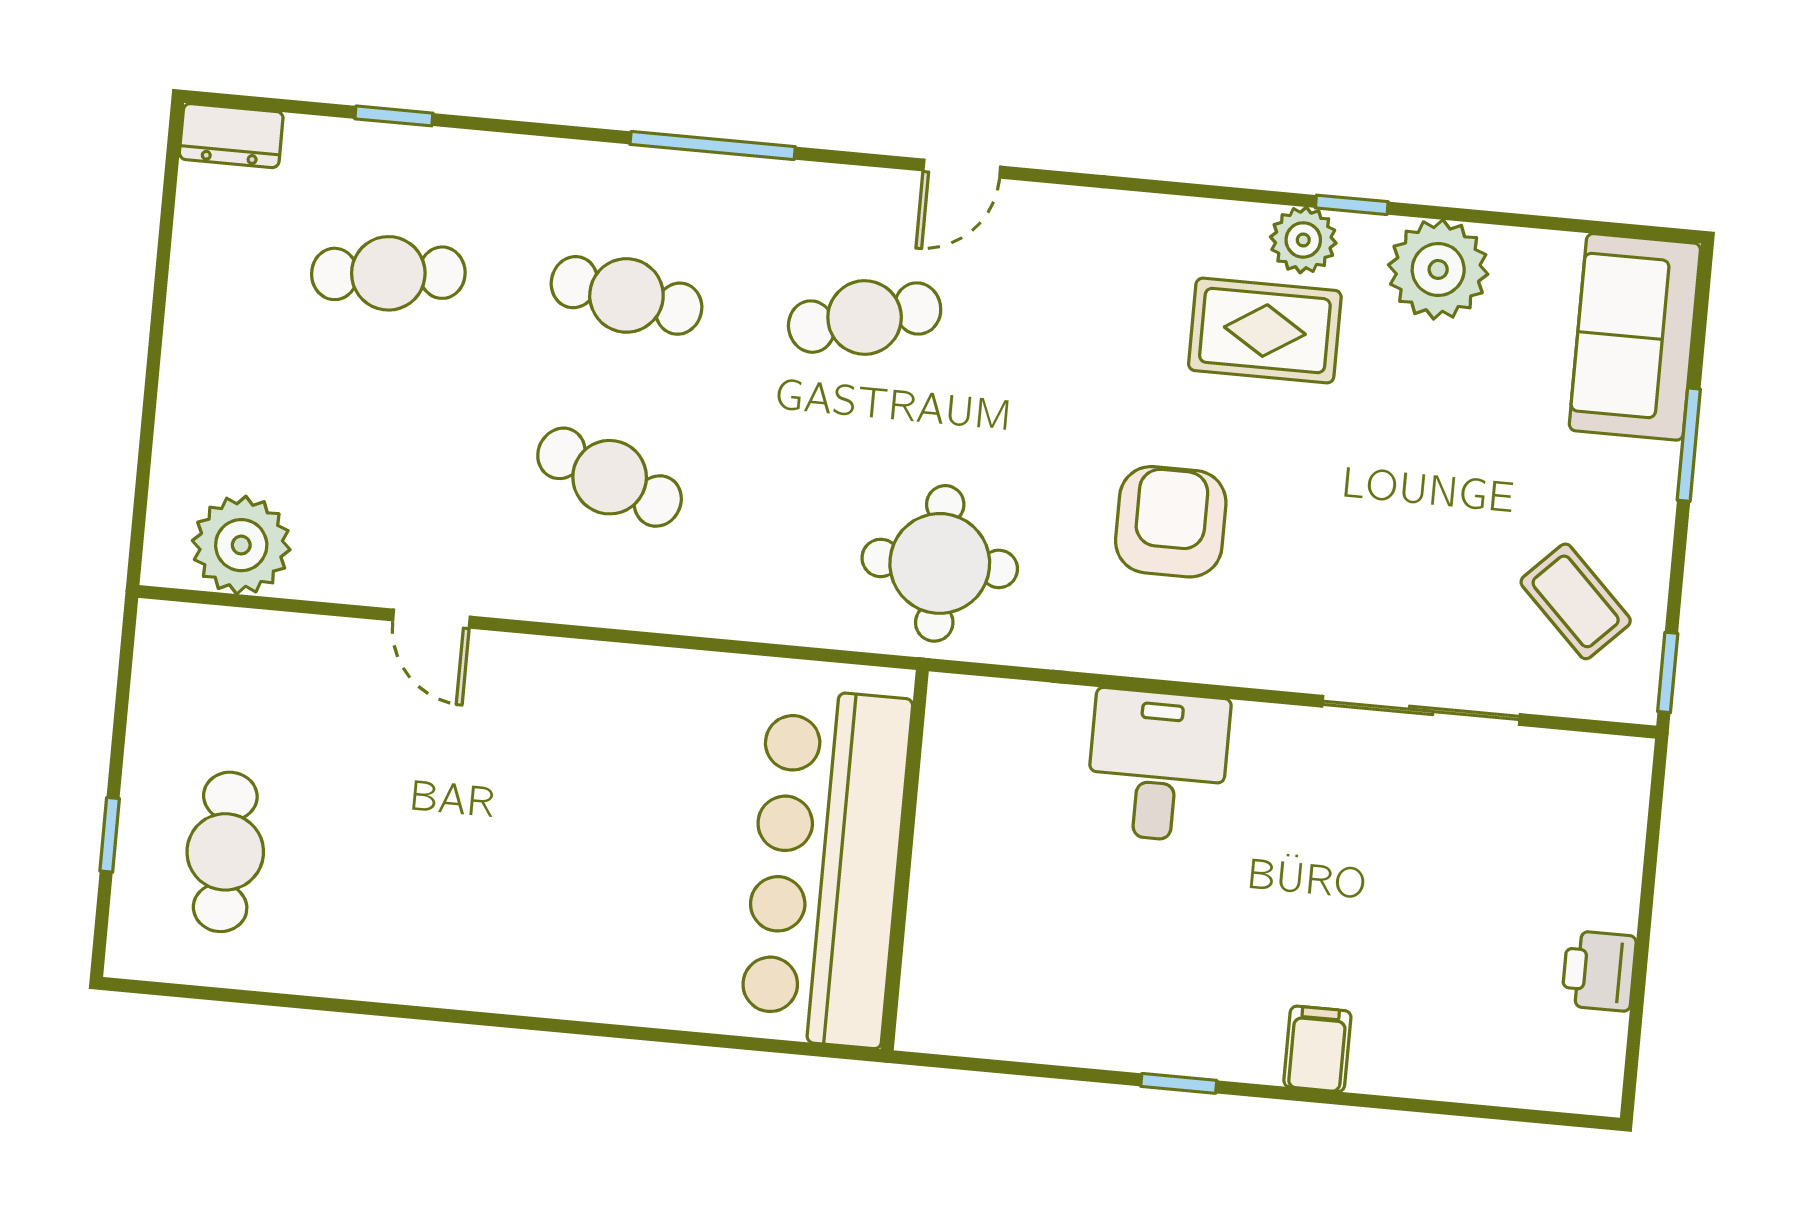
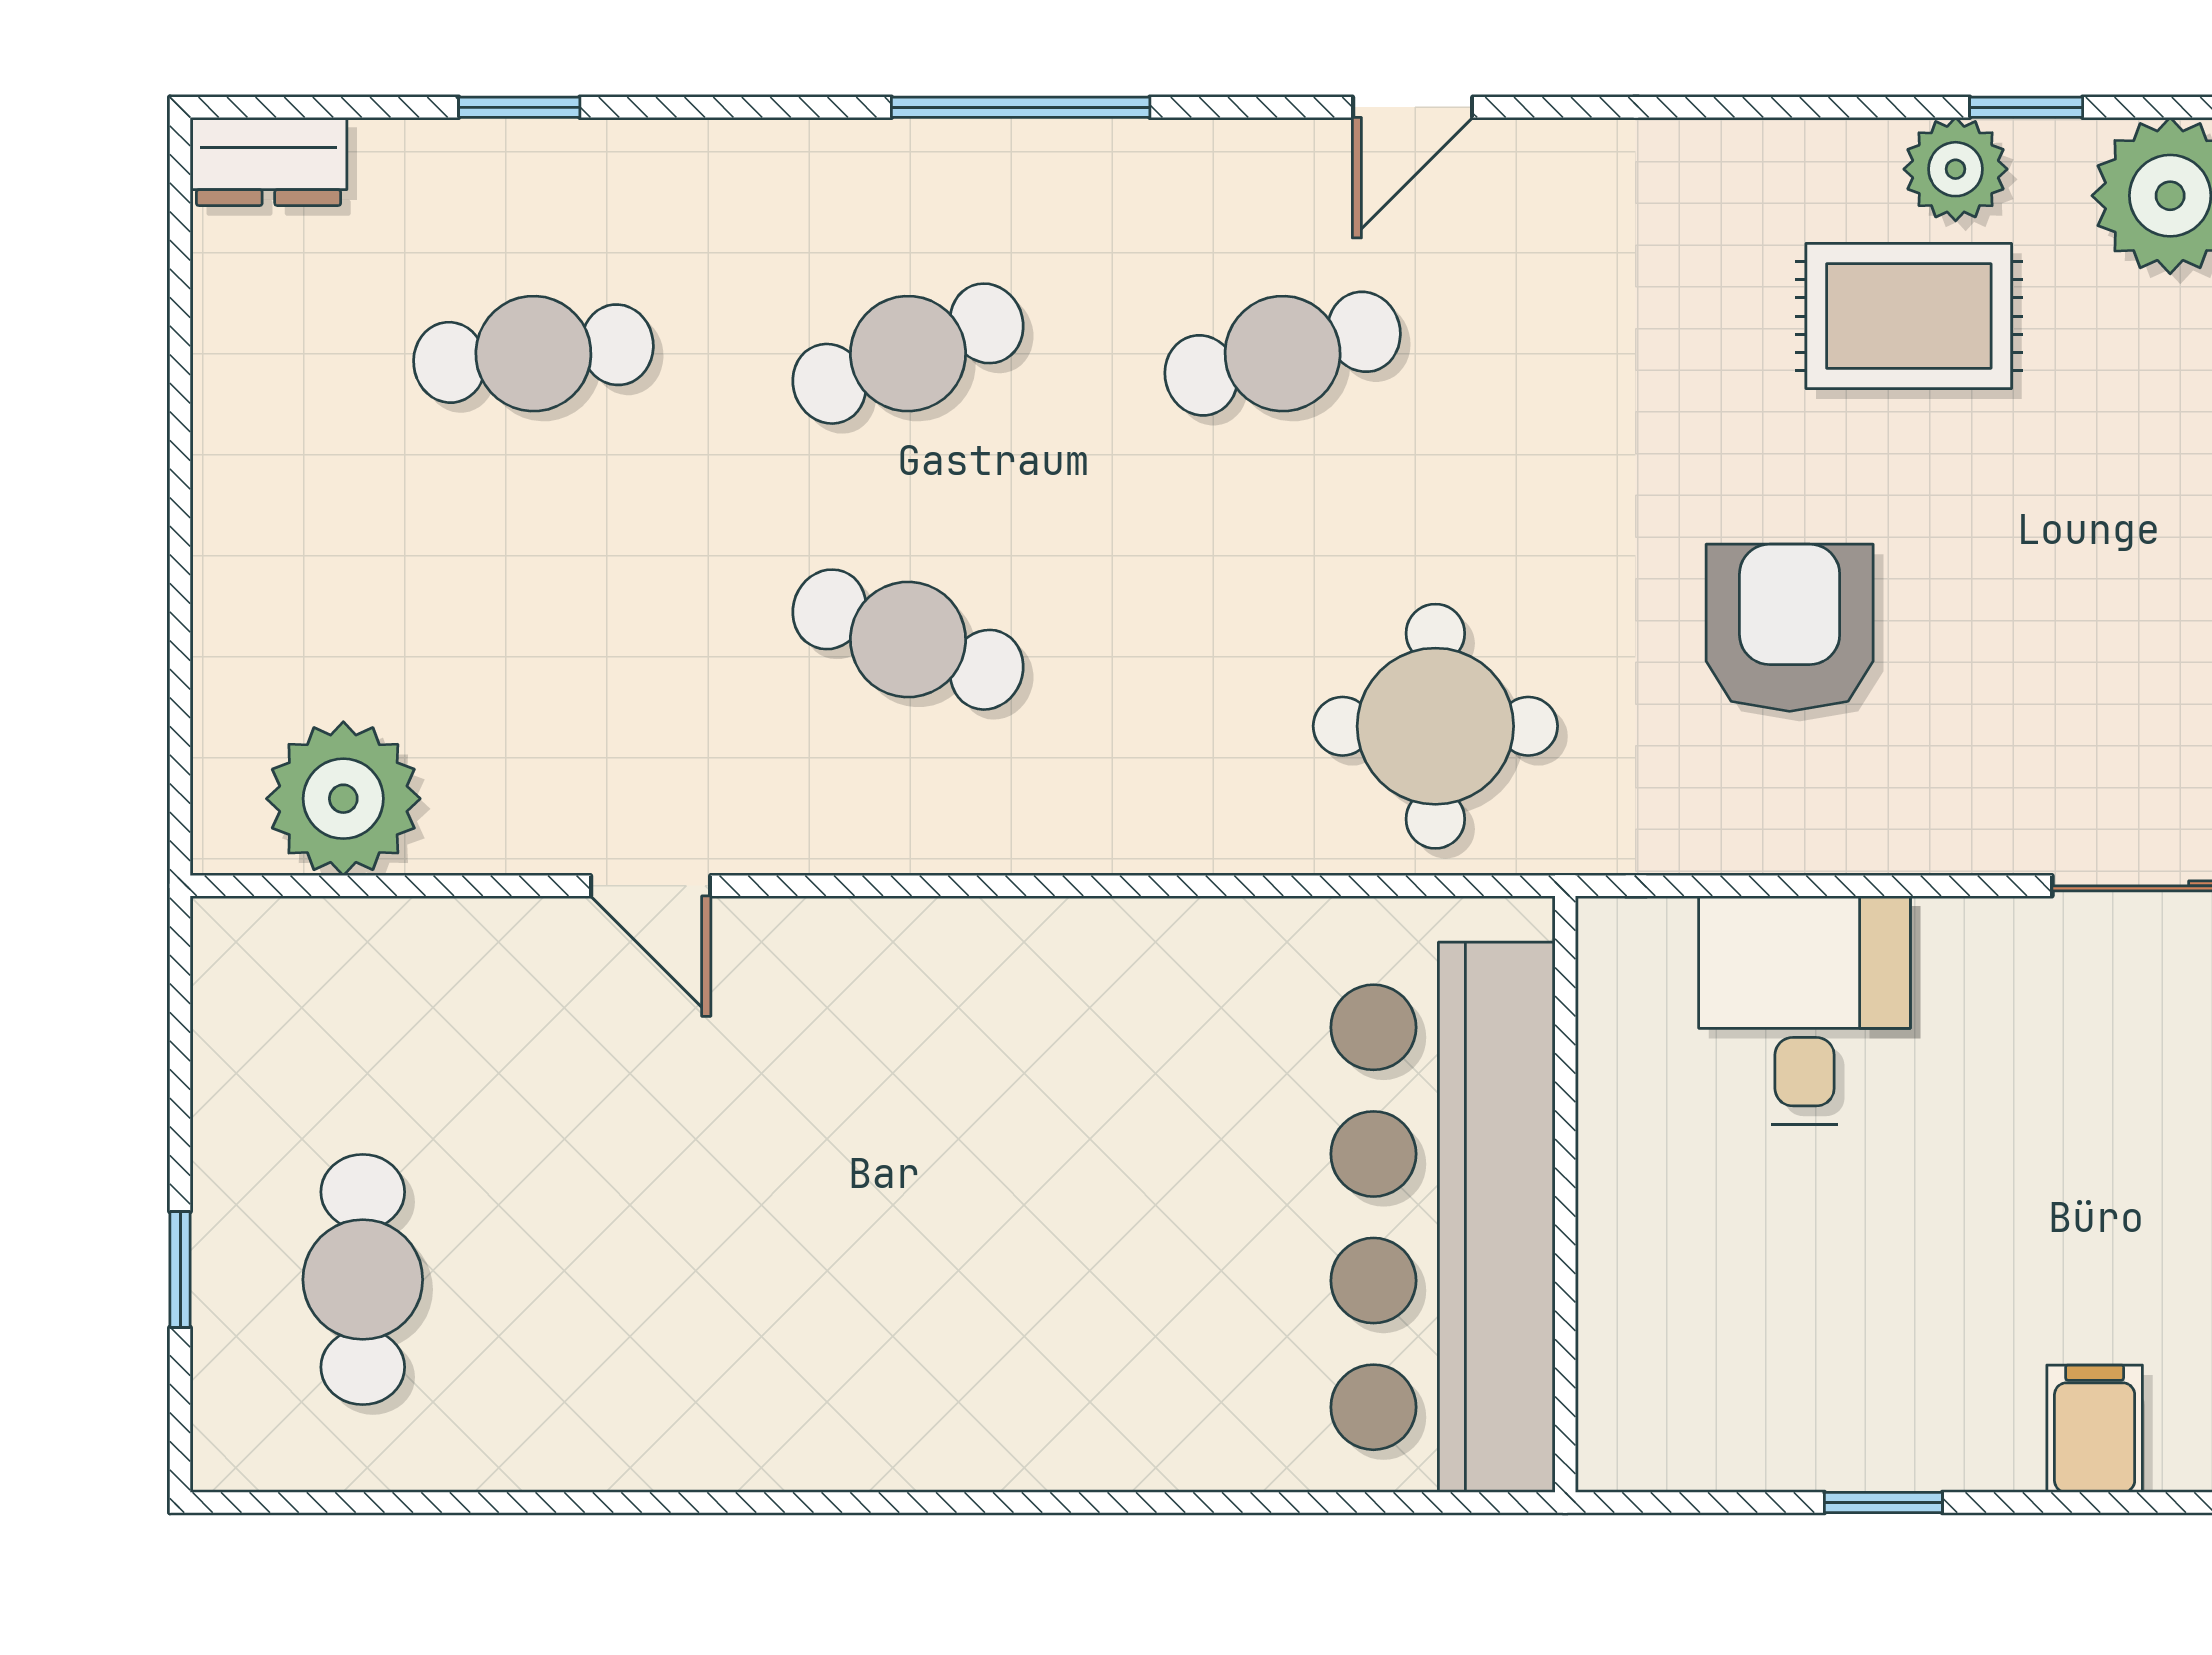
cafe table: (626, 295) -> (908, 354), turned -30
wall: (905, 860) -> (1565, 1194), moved
bar counter: (826, 868) -> (1443, 1217), moved

